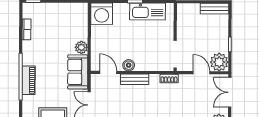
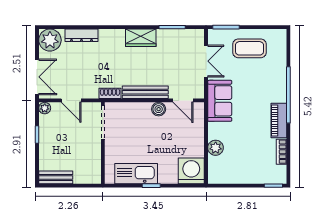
plant: (81, 47) -> (216, 148), moved
plant: (219, 62) -> (45, 108), width x0.53, depth x0.53
bench: (135, 79) -> (145, 92), width x1.36
piano: (29, 80) -> (279, 121), moved

